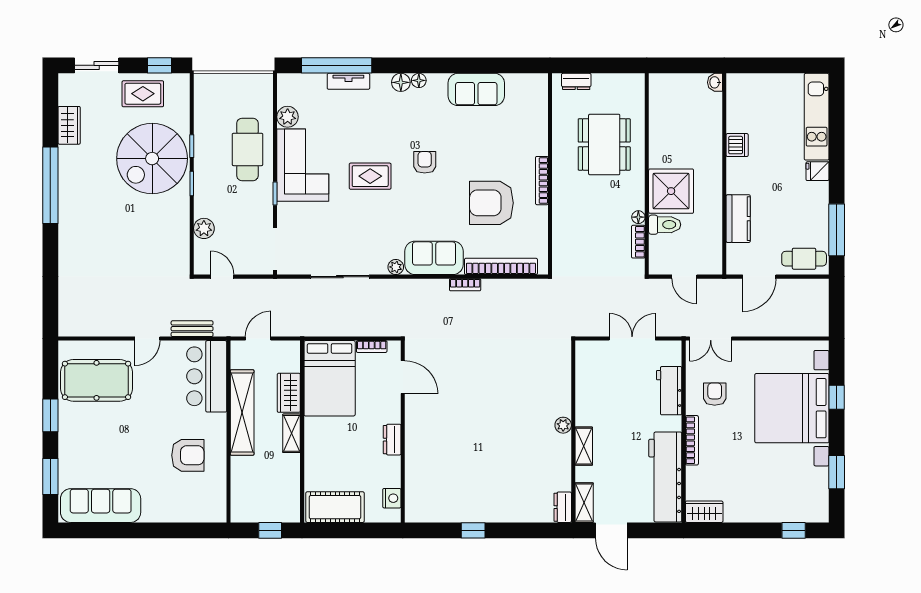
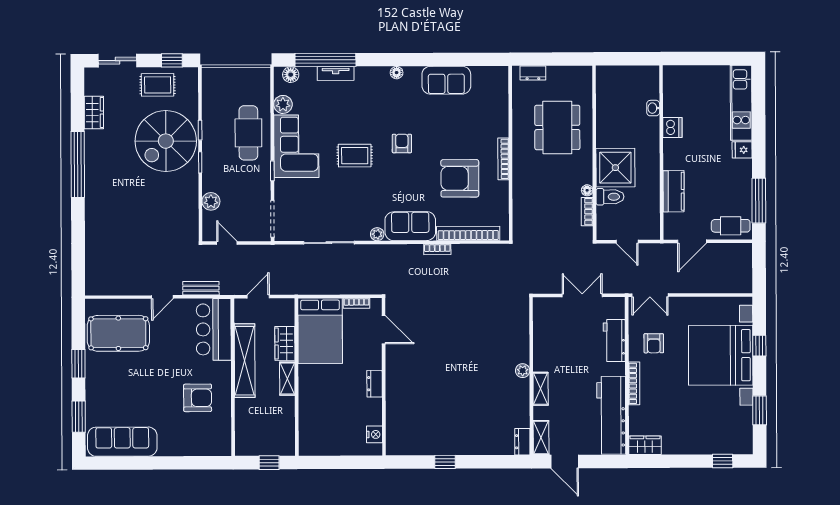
floor lamp: (401, 82) -> (291, 75), moved
washbasin: (715, 82) -> (653, 108), moved
armchair: (715, 394) -> (654, 343), turned 180
cot: (335, 507) -> (325, 442), removed

